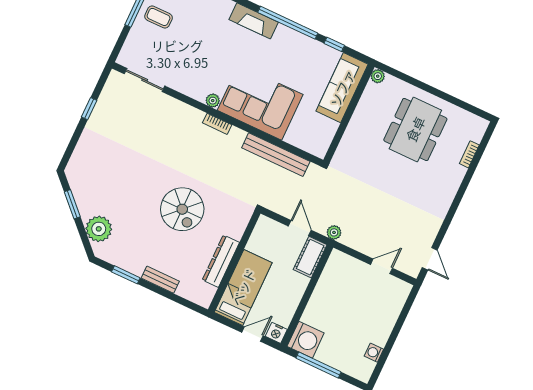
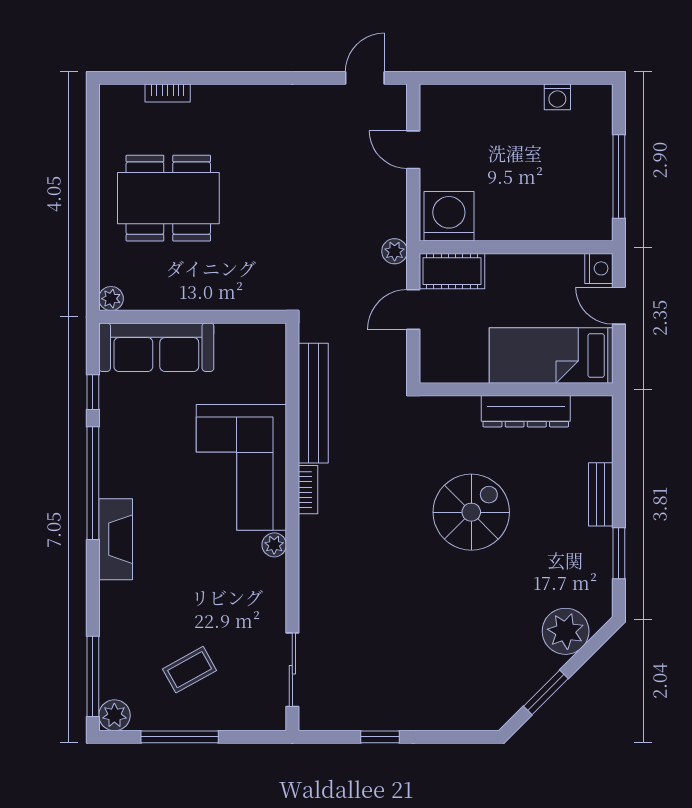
coffee table: (159, 17) -> (190, 670), moved, turned 61
bookcase: (217, 124) -> (308, 490), moved
washing machine: (306, 340) -> (449, 216), moved

